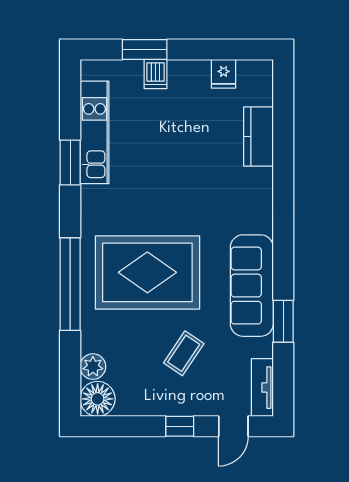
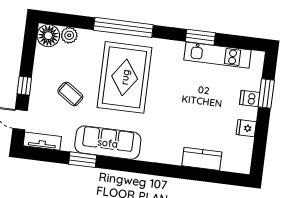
fridge: (224, 74) -> (246, 128), moved

